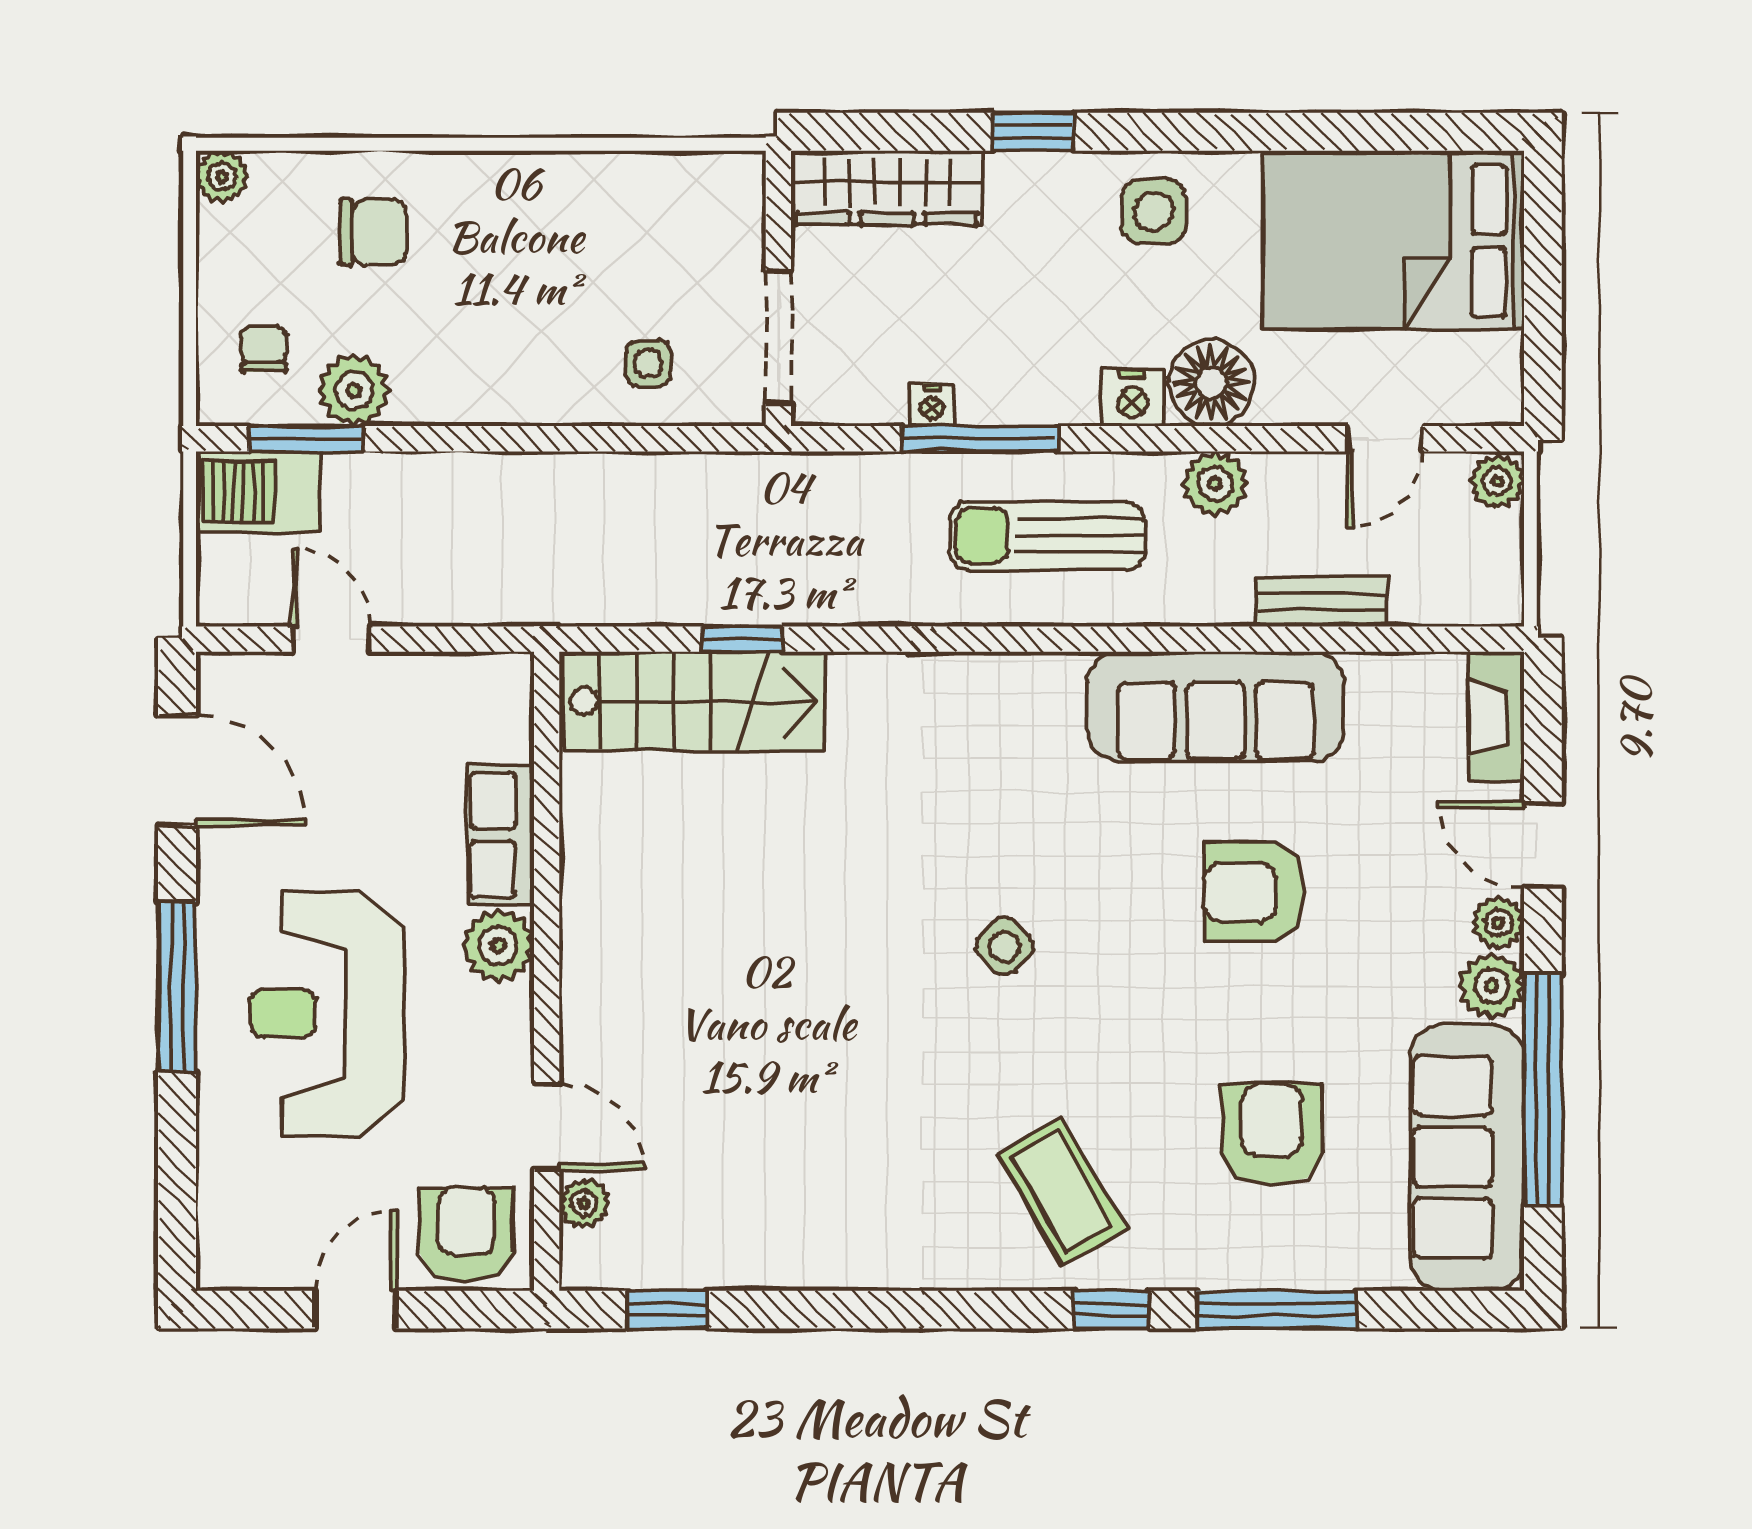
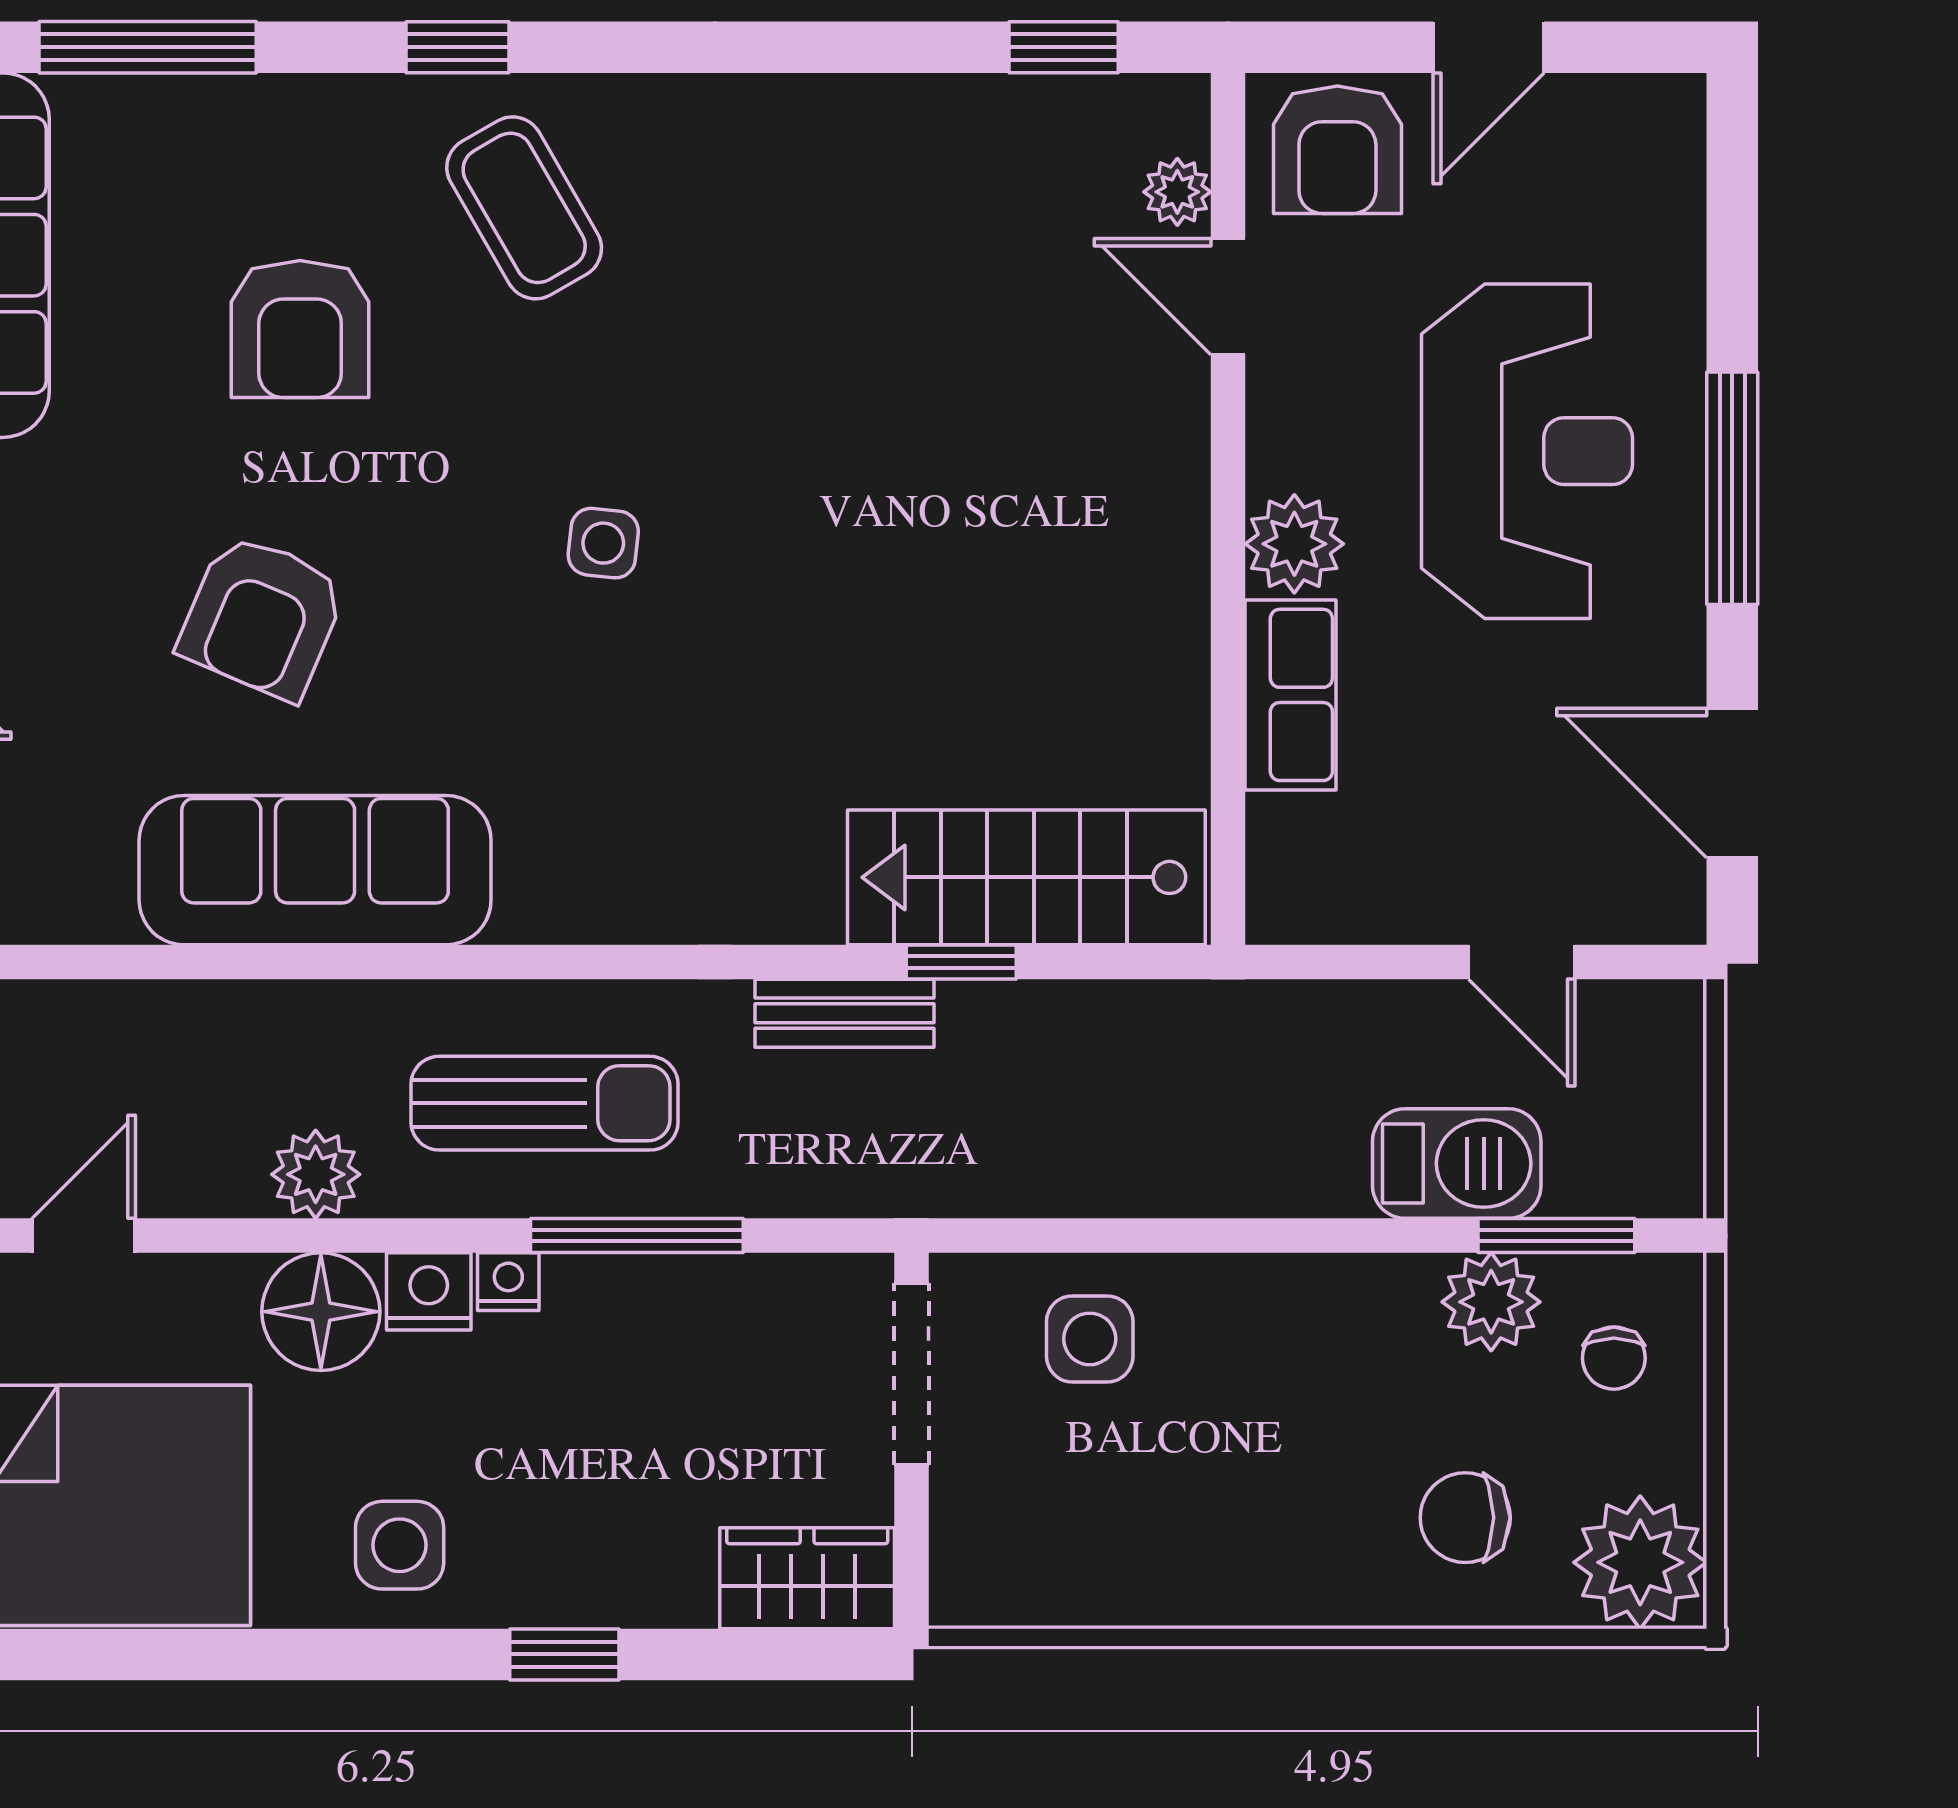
plant: (222, 177) -> (1640, 1562), width x1.88, depth x1.88
wardrobe: (887, 188) -> (807, 1578), width x0.67
side table: (648, 363) -> (1090, 1339), width x1.37, depth x1.37
nightstand: (932, 405) -> (508, 1282), moved
barbecue: (258, 492) -> (1457, 1164), moved
bench: (1322, 602) -> (845, 1013), moved
armchair: (1254, 892) -> (262, 617), turned 113
side table: (1004, 946) -> (603, 543), turned -38
armchair: (1272, 1134) -> (300, 329), moved
window: (1276, 1310) -> (148, 47), moved

